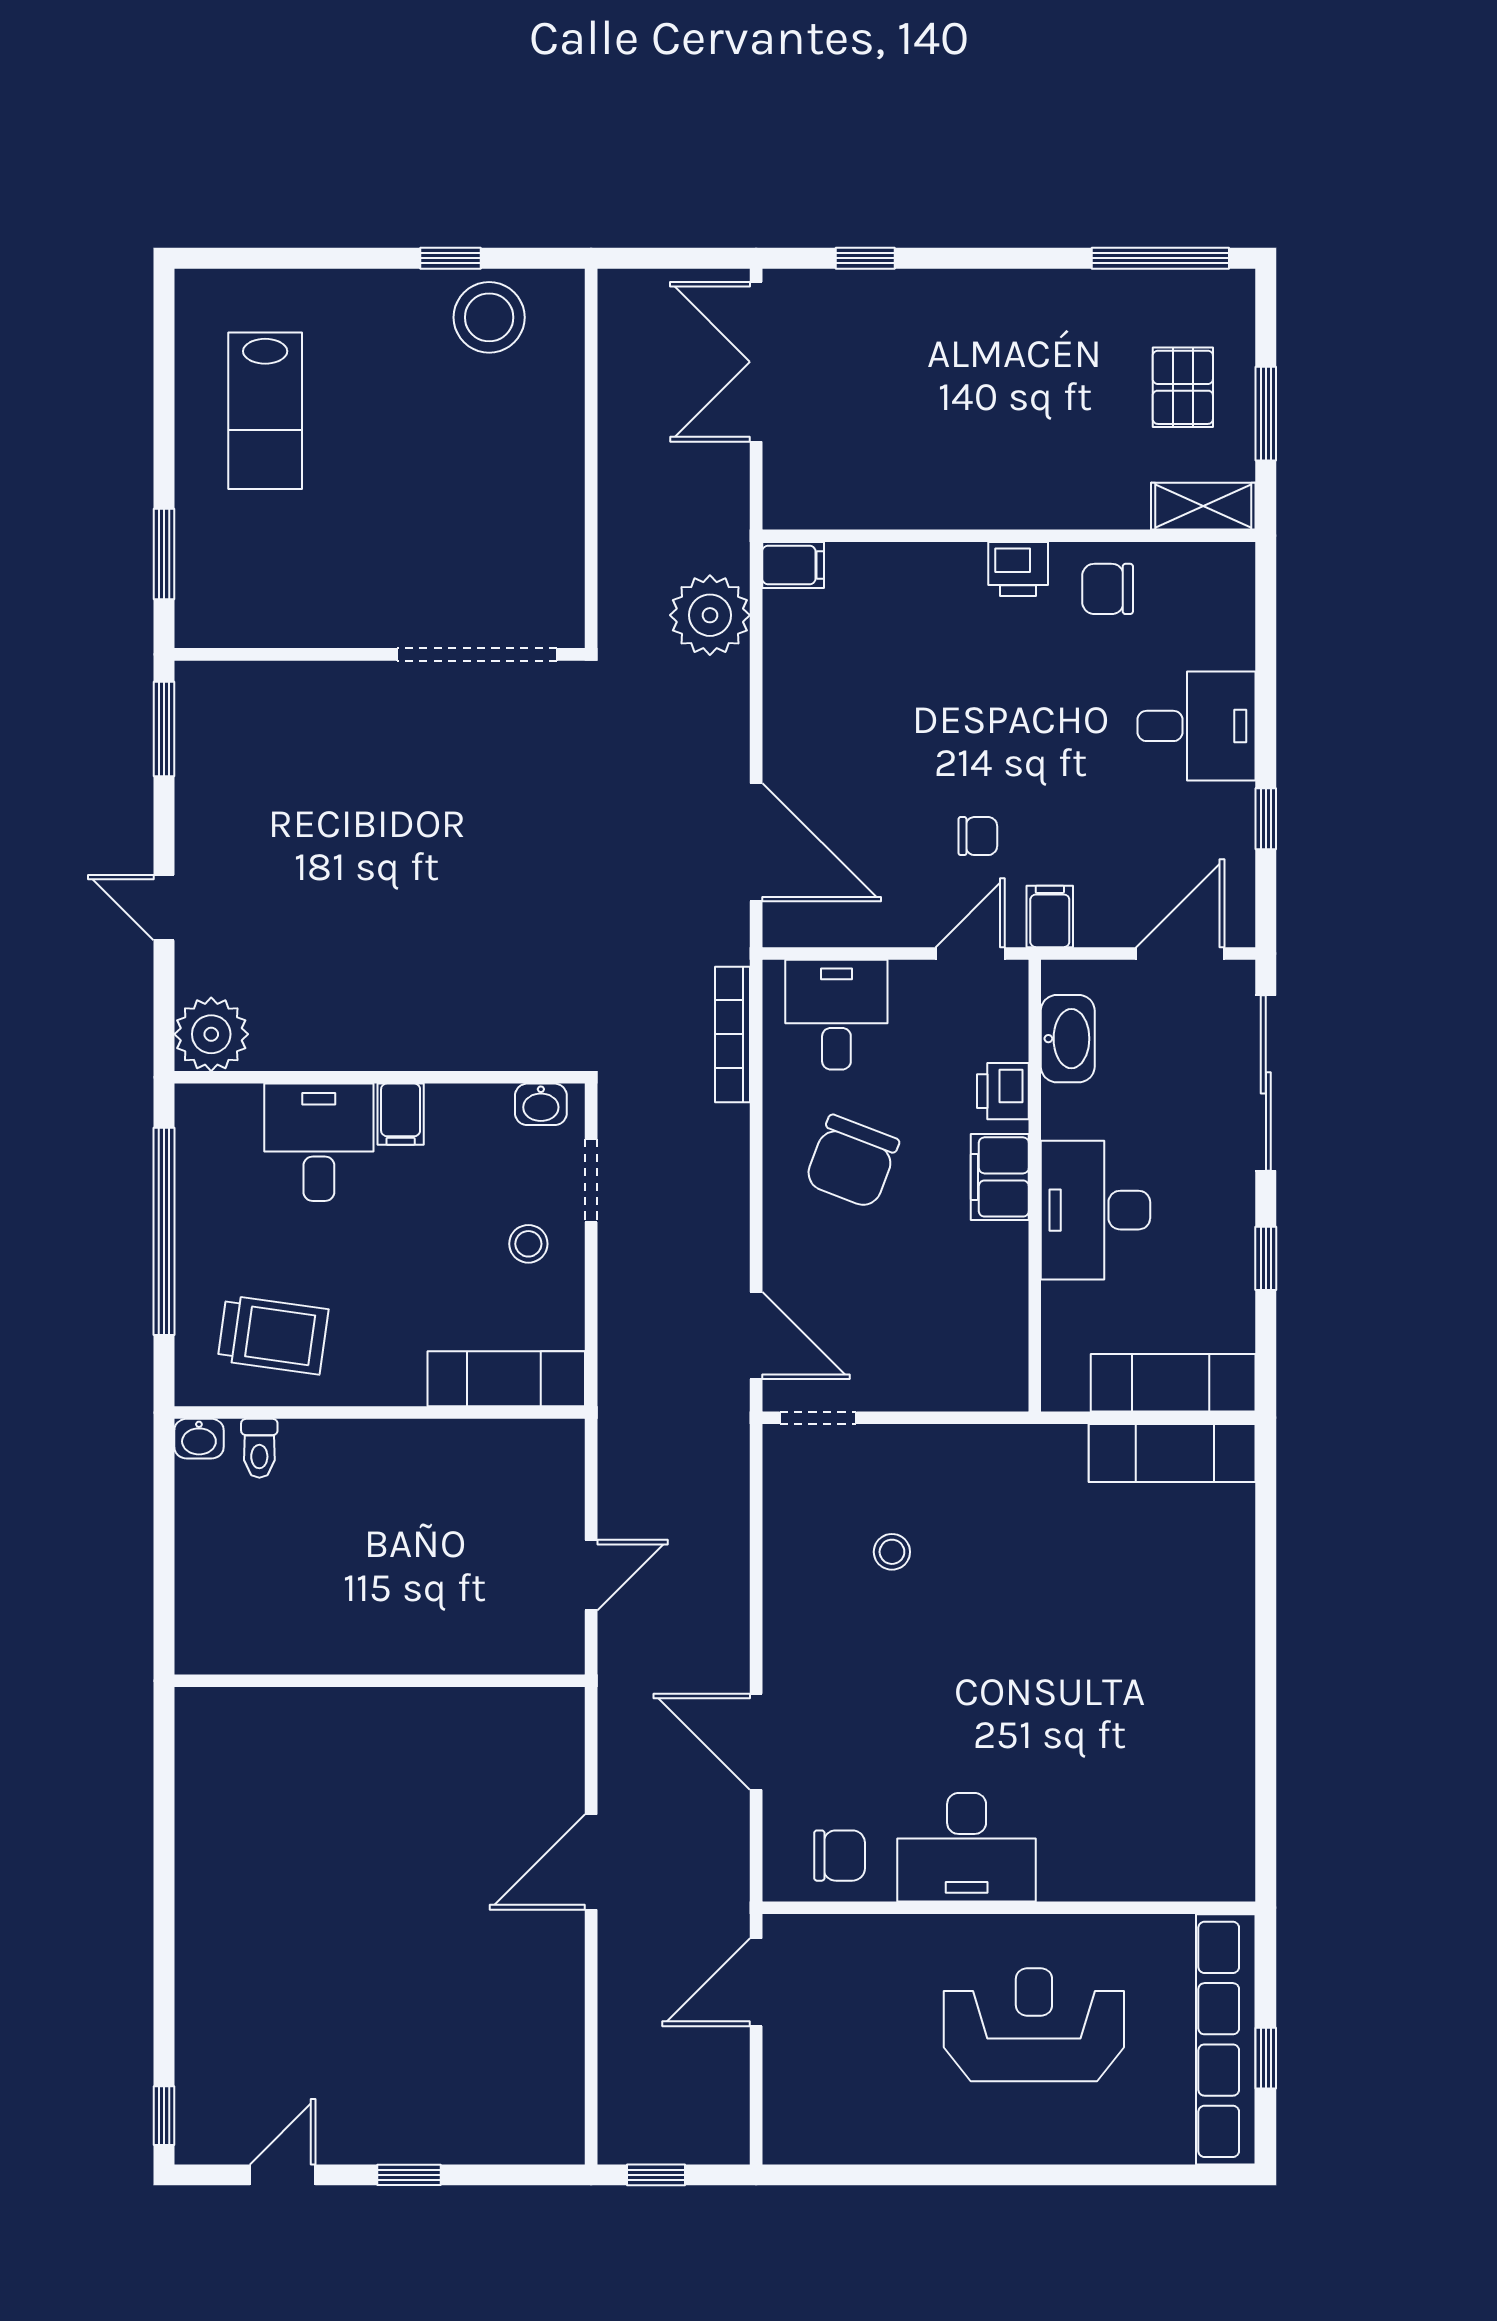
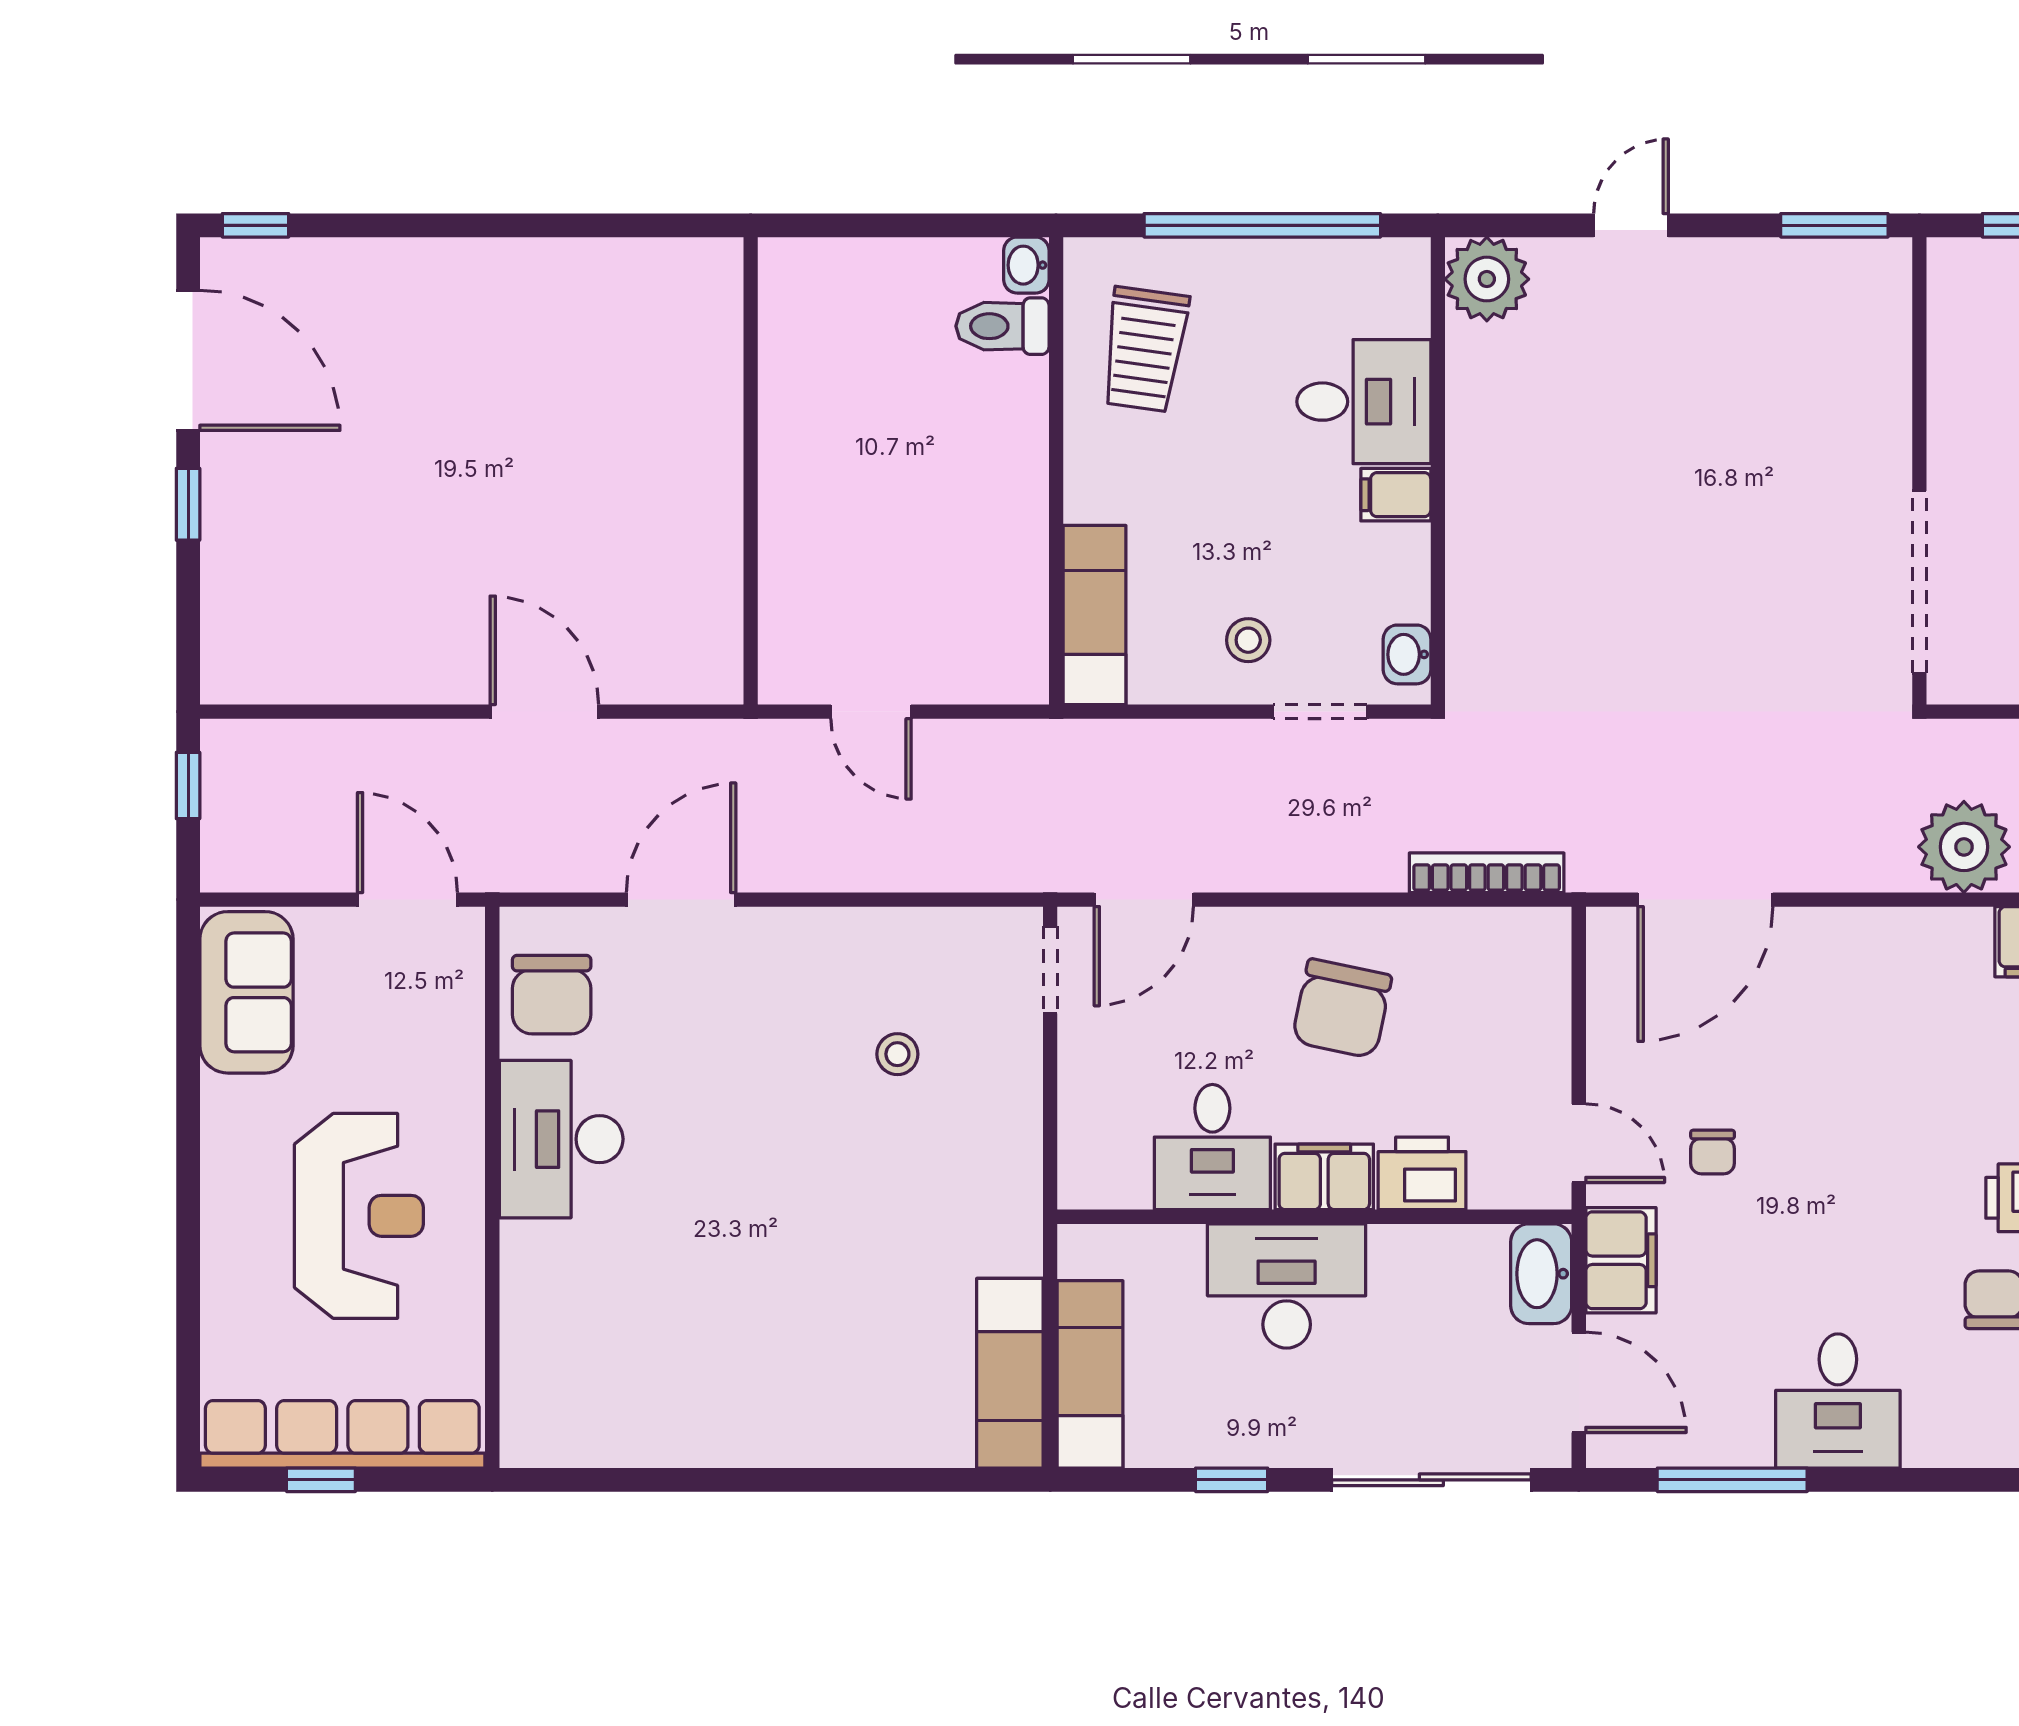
window: (1266, 819) -> (1732, 1480), width x2.17
filing cabinet: (1050, 916) -> (1621, 1260), width x2.00
desk: (836, 1015) -> (1212, 1147), moved, turned 90
washbasin: (1068, 1039) -> (1541, 1274), moved, turned 90
printer: (1003, 1091) -> (1422, 1173), width x1.36, depth x1.24
chair: (852, 1162) -> (1342, 1009), turned -99
toilet: (259, 1448) -> (1002, 326), width x1.37, depth x1.39
chair: (840, 1856) -> (552, 995), width x1.37, depth x1.37
sofa: (838, 2124) -> (246, 992), added
door: (283, 2175) -> (188, 360), width x1.87

